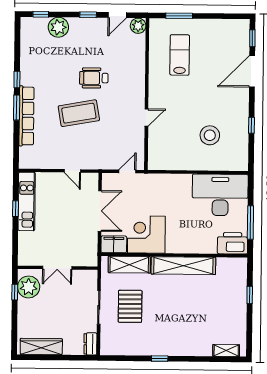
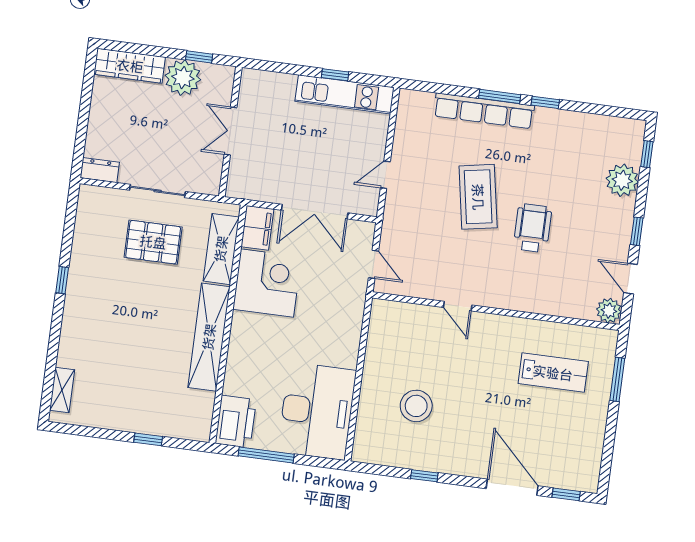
plant: (29, 287) -> (183, 78), moved
wardrobe: (41, 346) -> (130, 66), moved, turned 90

